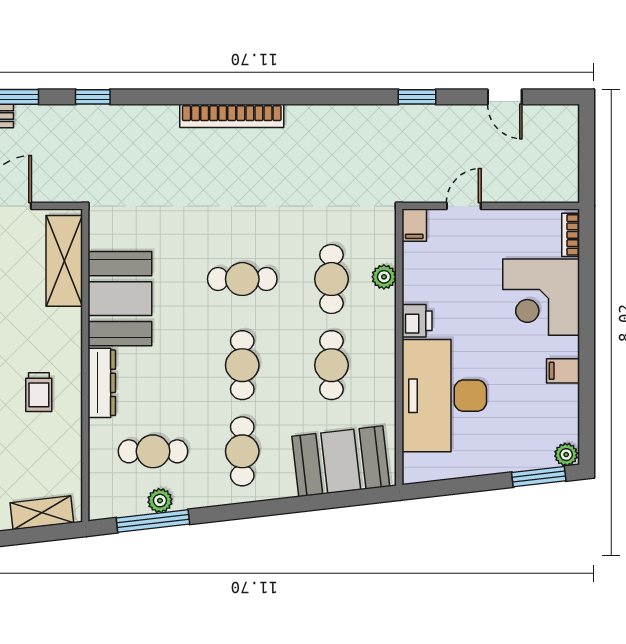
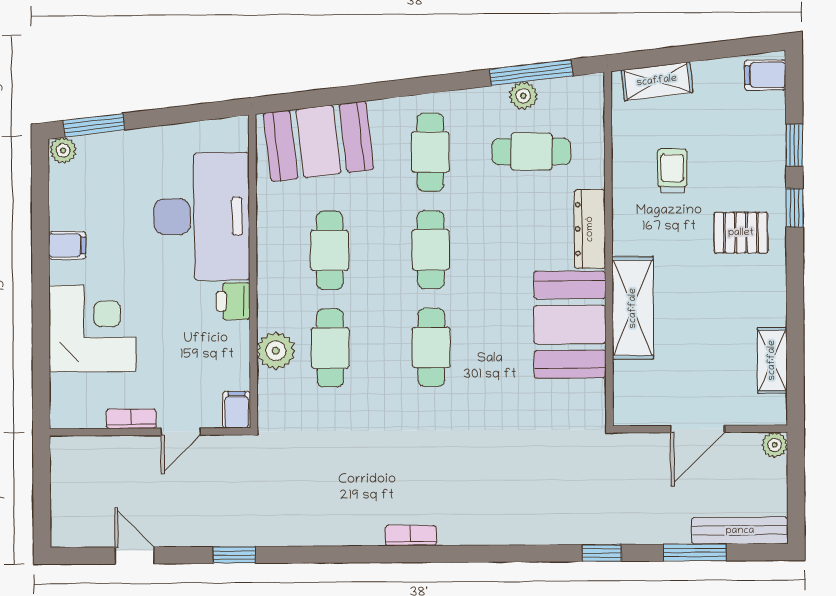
bookcase: (232, 116) -> (411, 536), width x0.43, depth x0.76
bookcase: (571, 235) -> (131, 419), moved, turned -90
shelving: (64, 261) -> (633, 308), moved
plant: (384, 277) -> (276, 351), width x1.38, depth x1.38
cafe table: (242, 279) -> (431, 347), turned 90
trolley: (39, 392) -> (672, 171), moved

